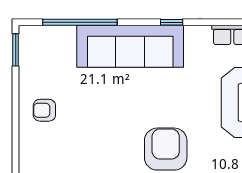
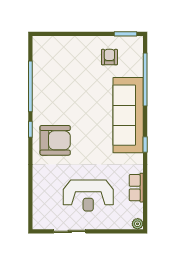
armchair: (44, 110) -> (109, 57), moved

